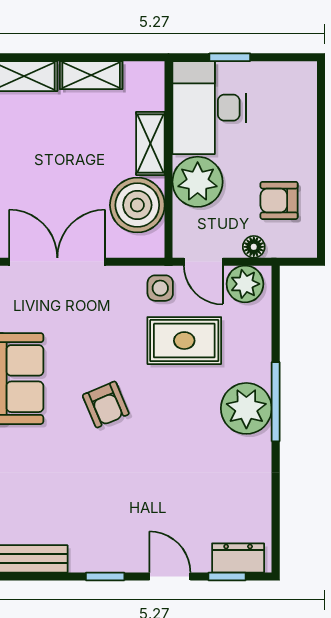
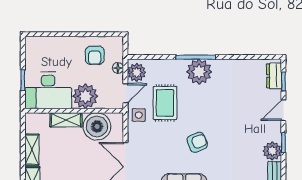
plant: (88, 554) -> (272, 151), added

